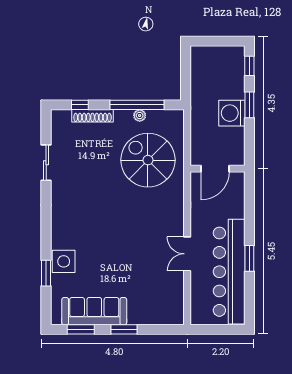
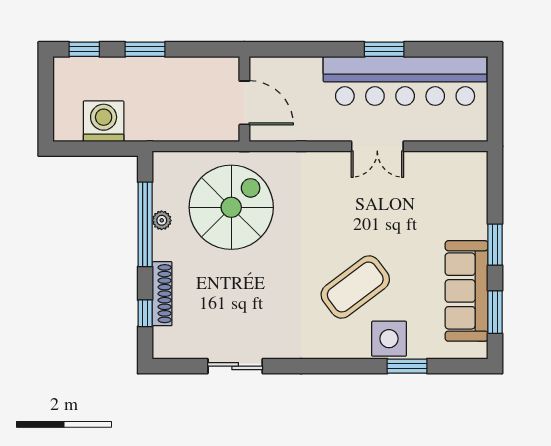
washing machine: (232, 113) -> (104, 121), moved, turned 180
spiral stairs: (148, 160) -> (231, 207), turned 180
coffee table: (97, 240) -> (355, 287), added

